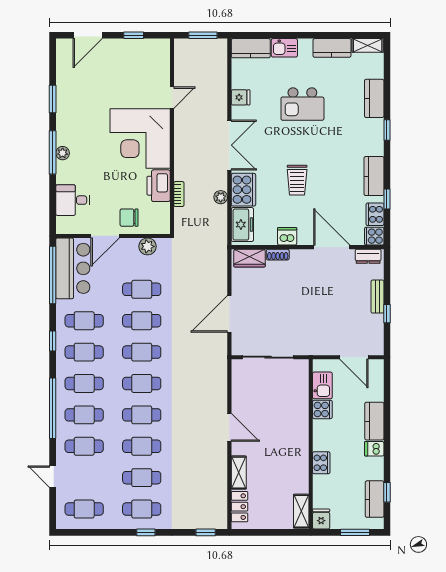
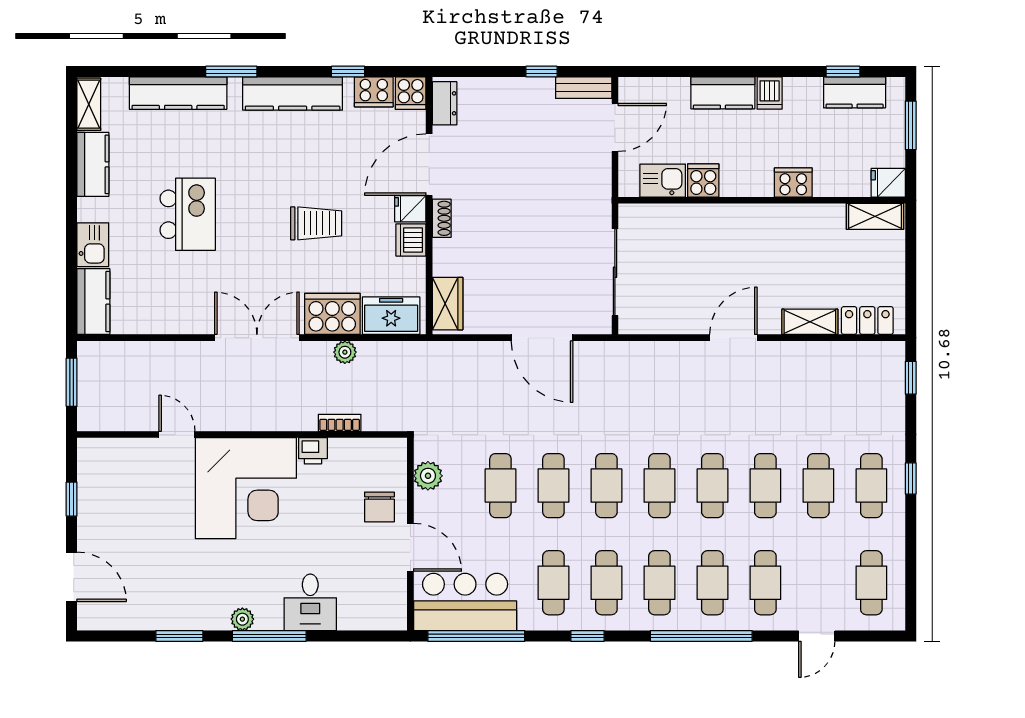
fridge: (241, 97) -> (410, 209), moved, turned -90
kitchen counter: (374, 98) -> (178, 93), width x1.50
window: (387, 130) -> (231, 72), width x1.50
plant: (63, 153) -> (242, 619), moved
kitchen counter: (374, 176) -> (293, 94), width x1.50
printer: (159, 186) -> (313, 451), width x0.53, depth x0.68
desk: (73, 200) -> (310, 602), moved
shoe rack: (278, 255) -> (442, 218), moved
bench: (377, 297) -> (584, 88), moved

